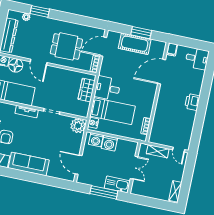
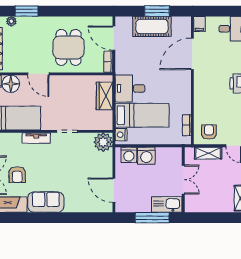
dining table: (66, 46) -> (68, 47), turned 90
door: (103, 47) -> (114, 38), hinge flipped
armchair: (162, 135) -> (209, 132), added
sofa: (29, 164) -> (46, 202), width x0.73

